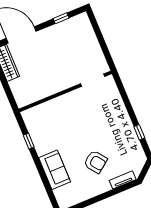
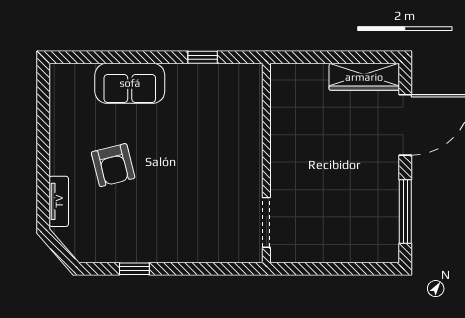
window: (61, 18) -> (405, 212), width x2.17
armchair: (96, 162) -> (113, 165), turned -67

